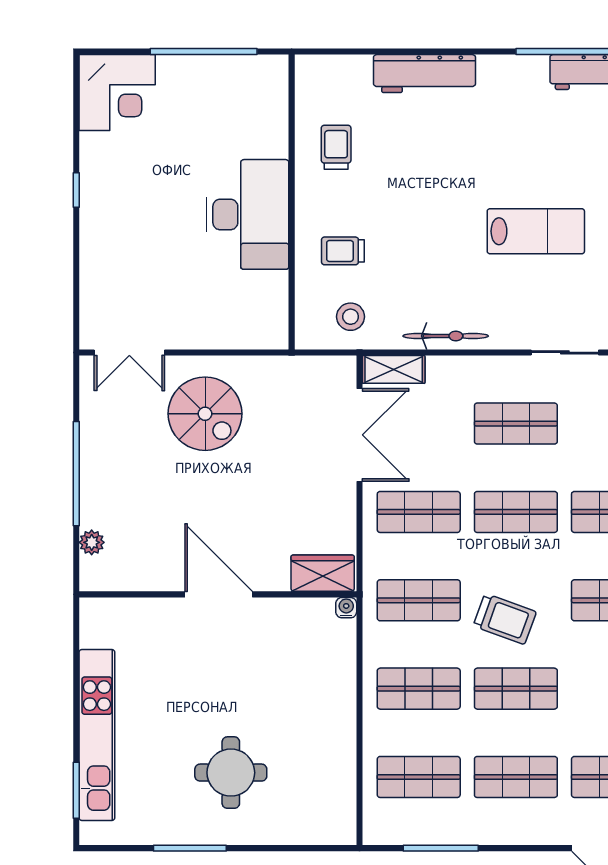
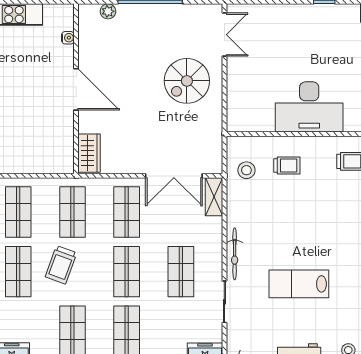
lab bench: (536, 231) -> (299, 284), turned 90
trolley: (343, 251) -> (287, 166), turned 90
bicycle: (446, 336) -> (235, 254), moved
double door: (129, 352) -> (224, 35), swing flipped
door: (219, 594) -> (76, 89), hinge flipped
water cooler: (346, 608) -> (68, 38), moved

